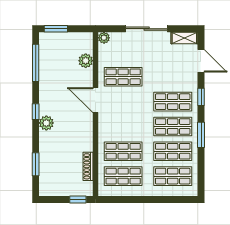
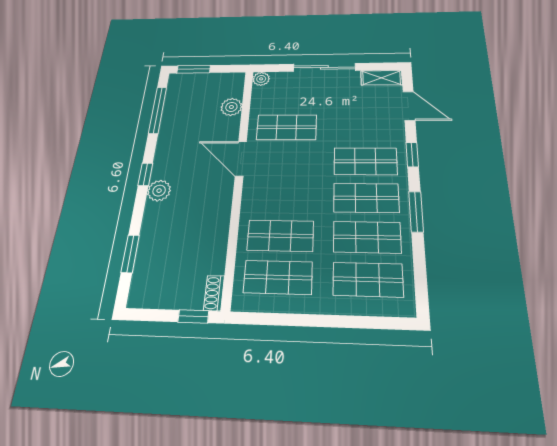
shoe rack: (88, 166) -> (214, 293), moved, width x0.70

